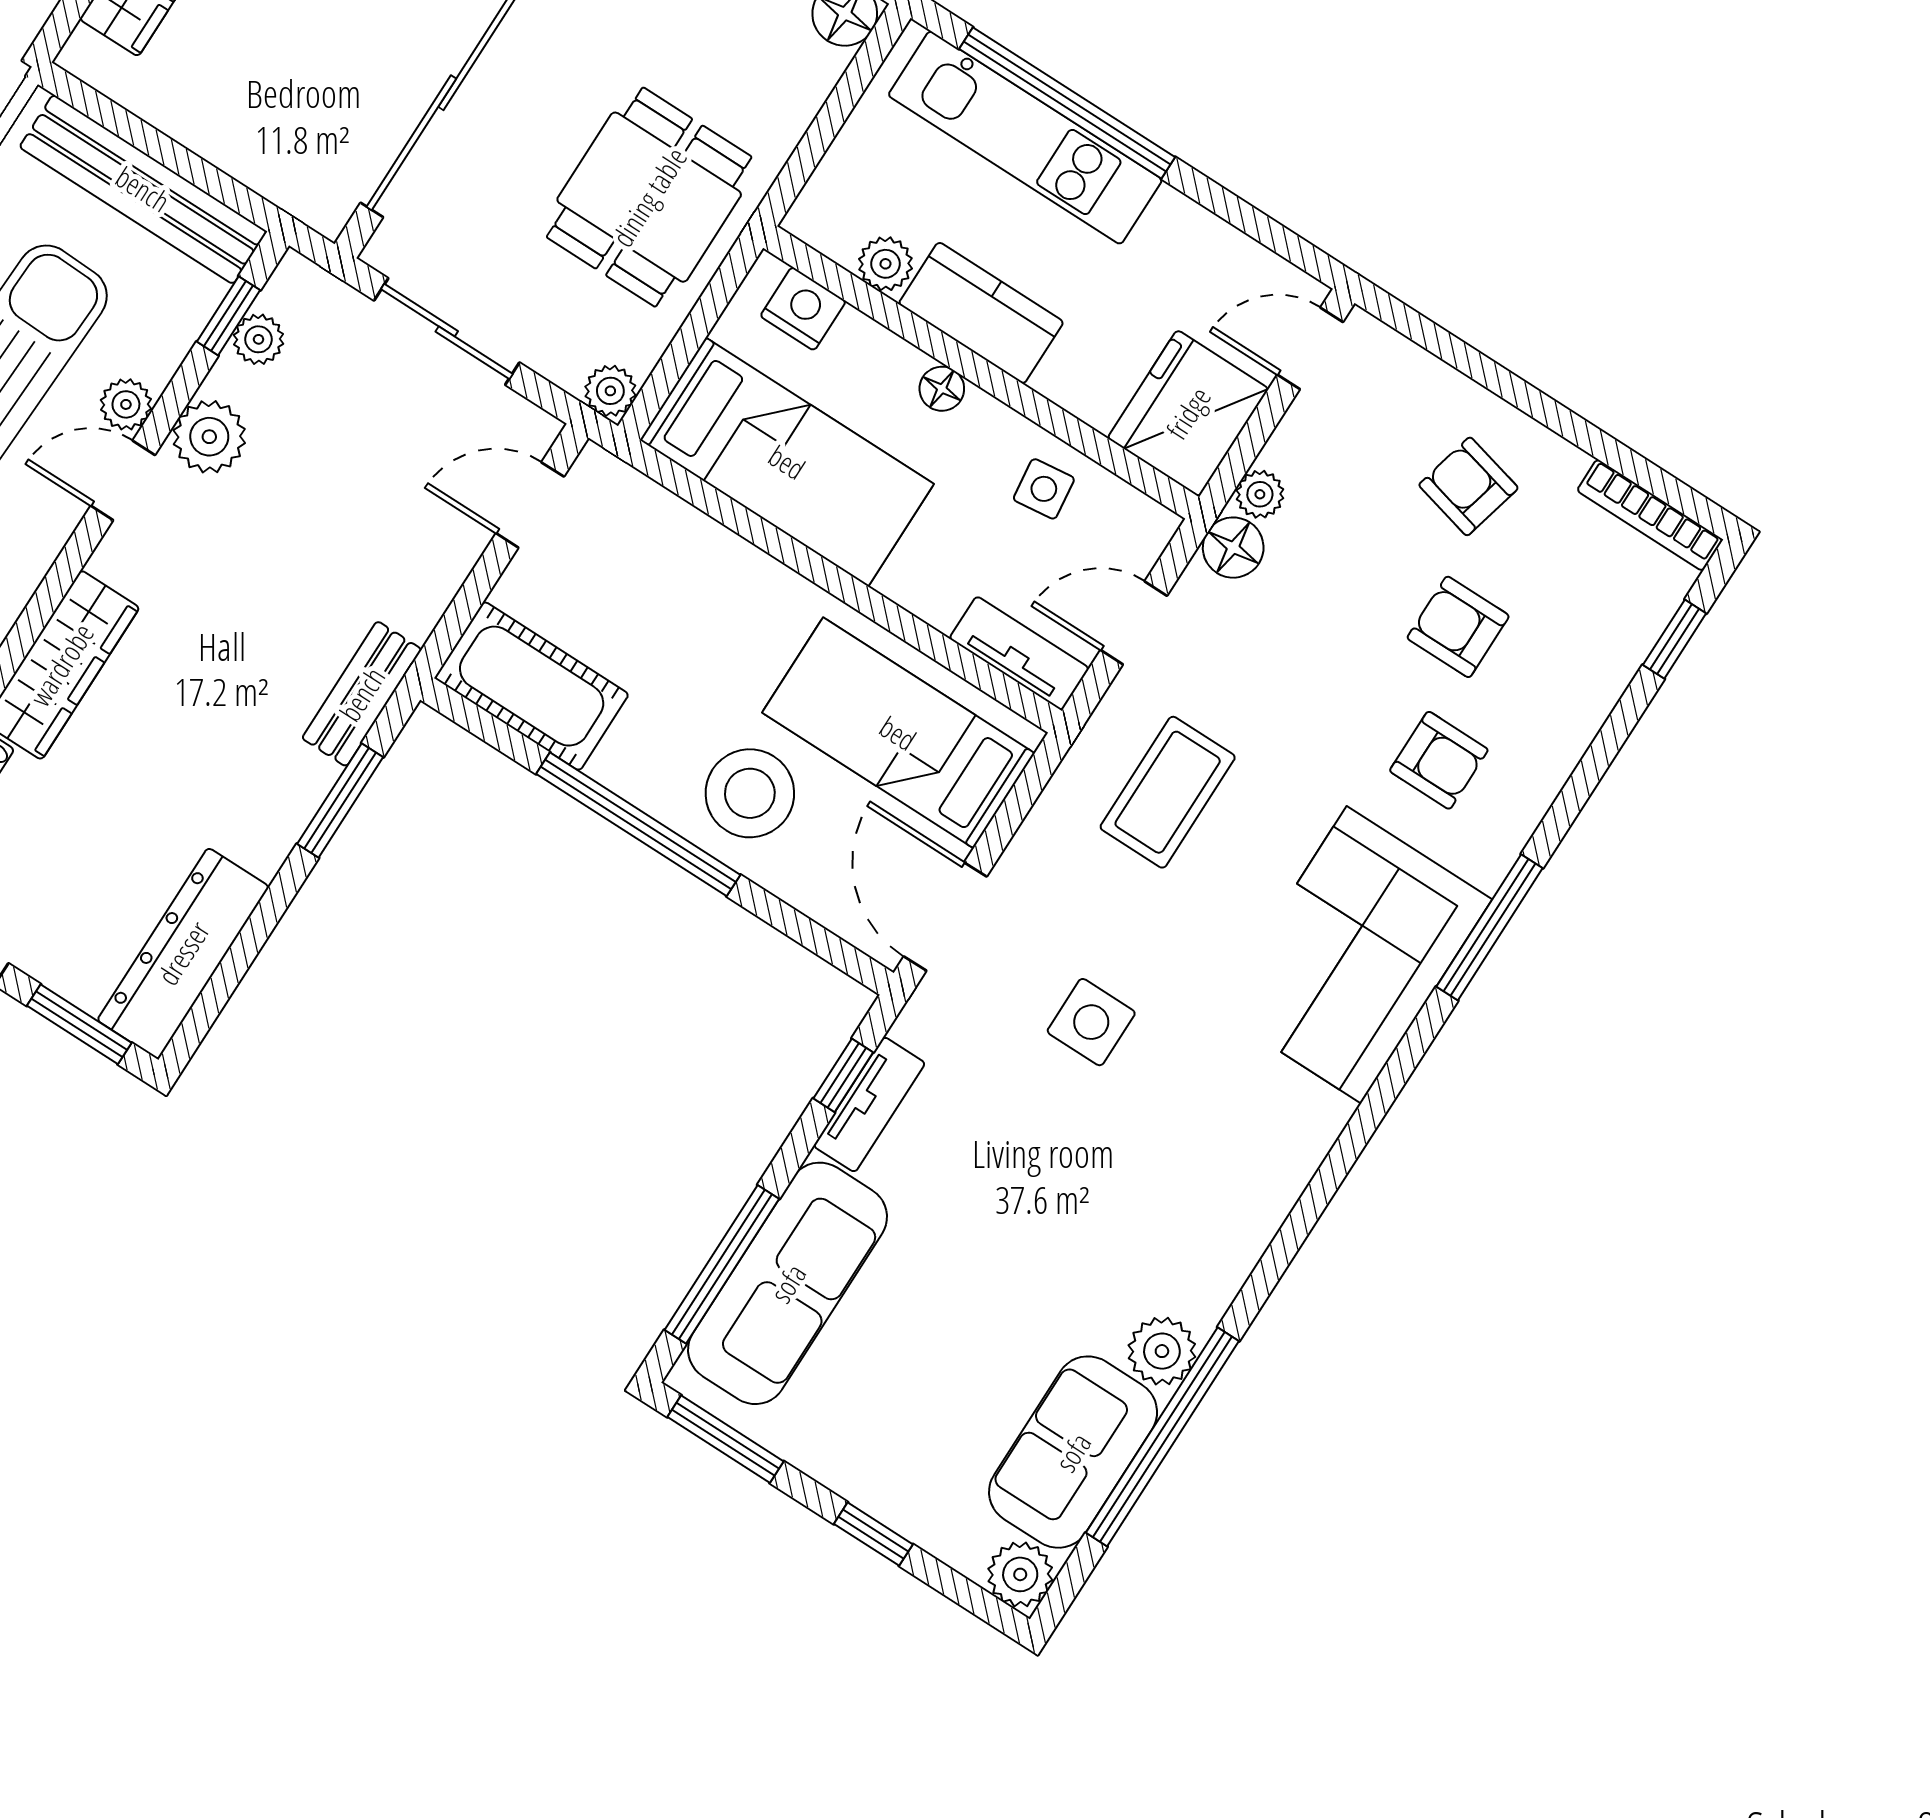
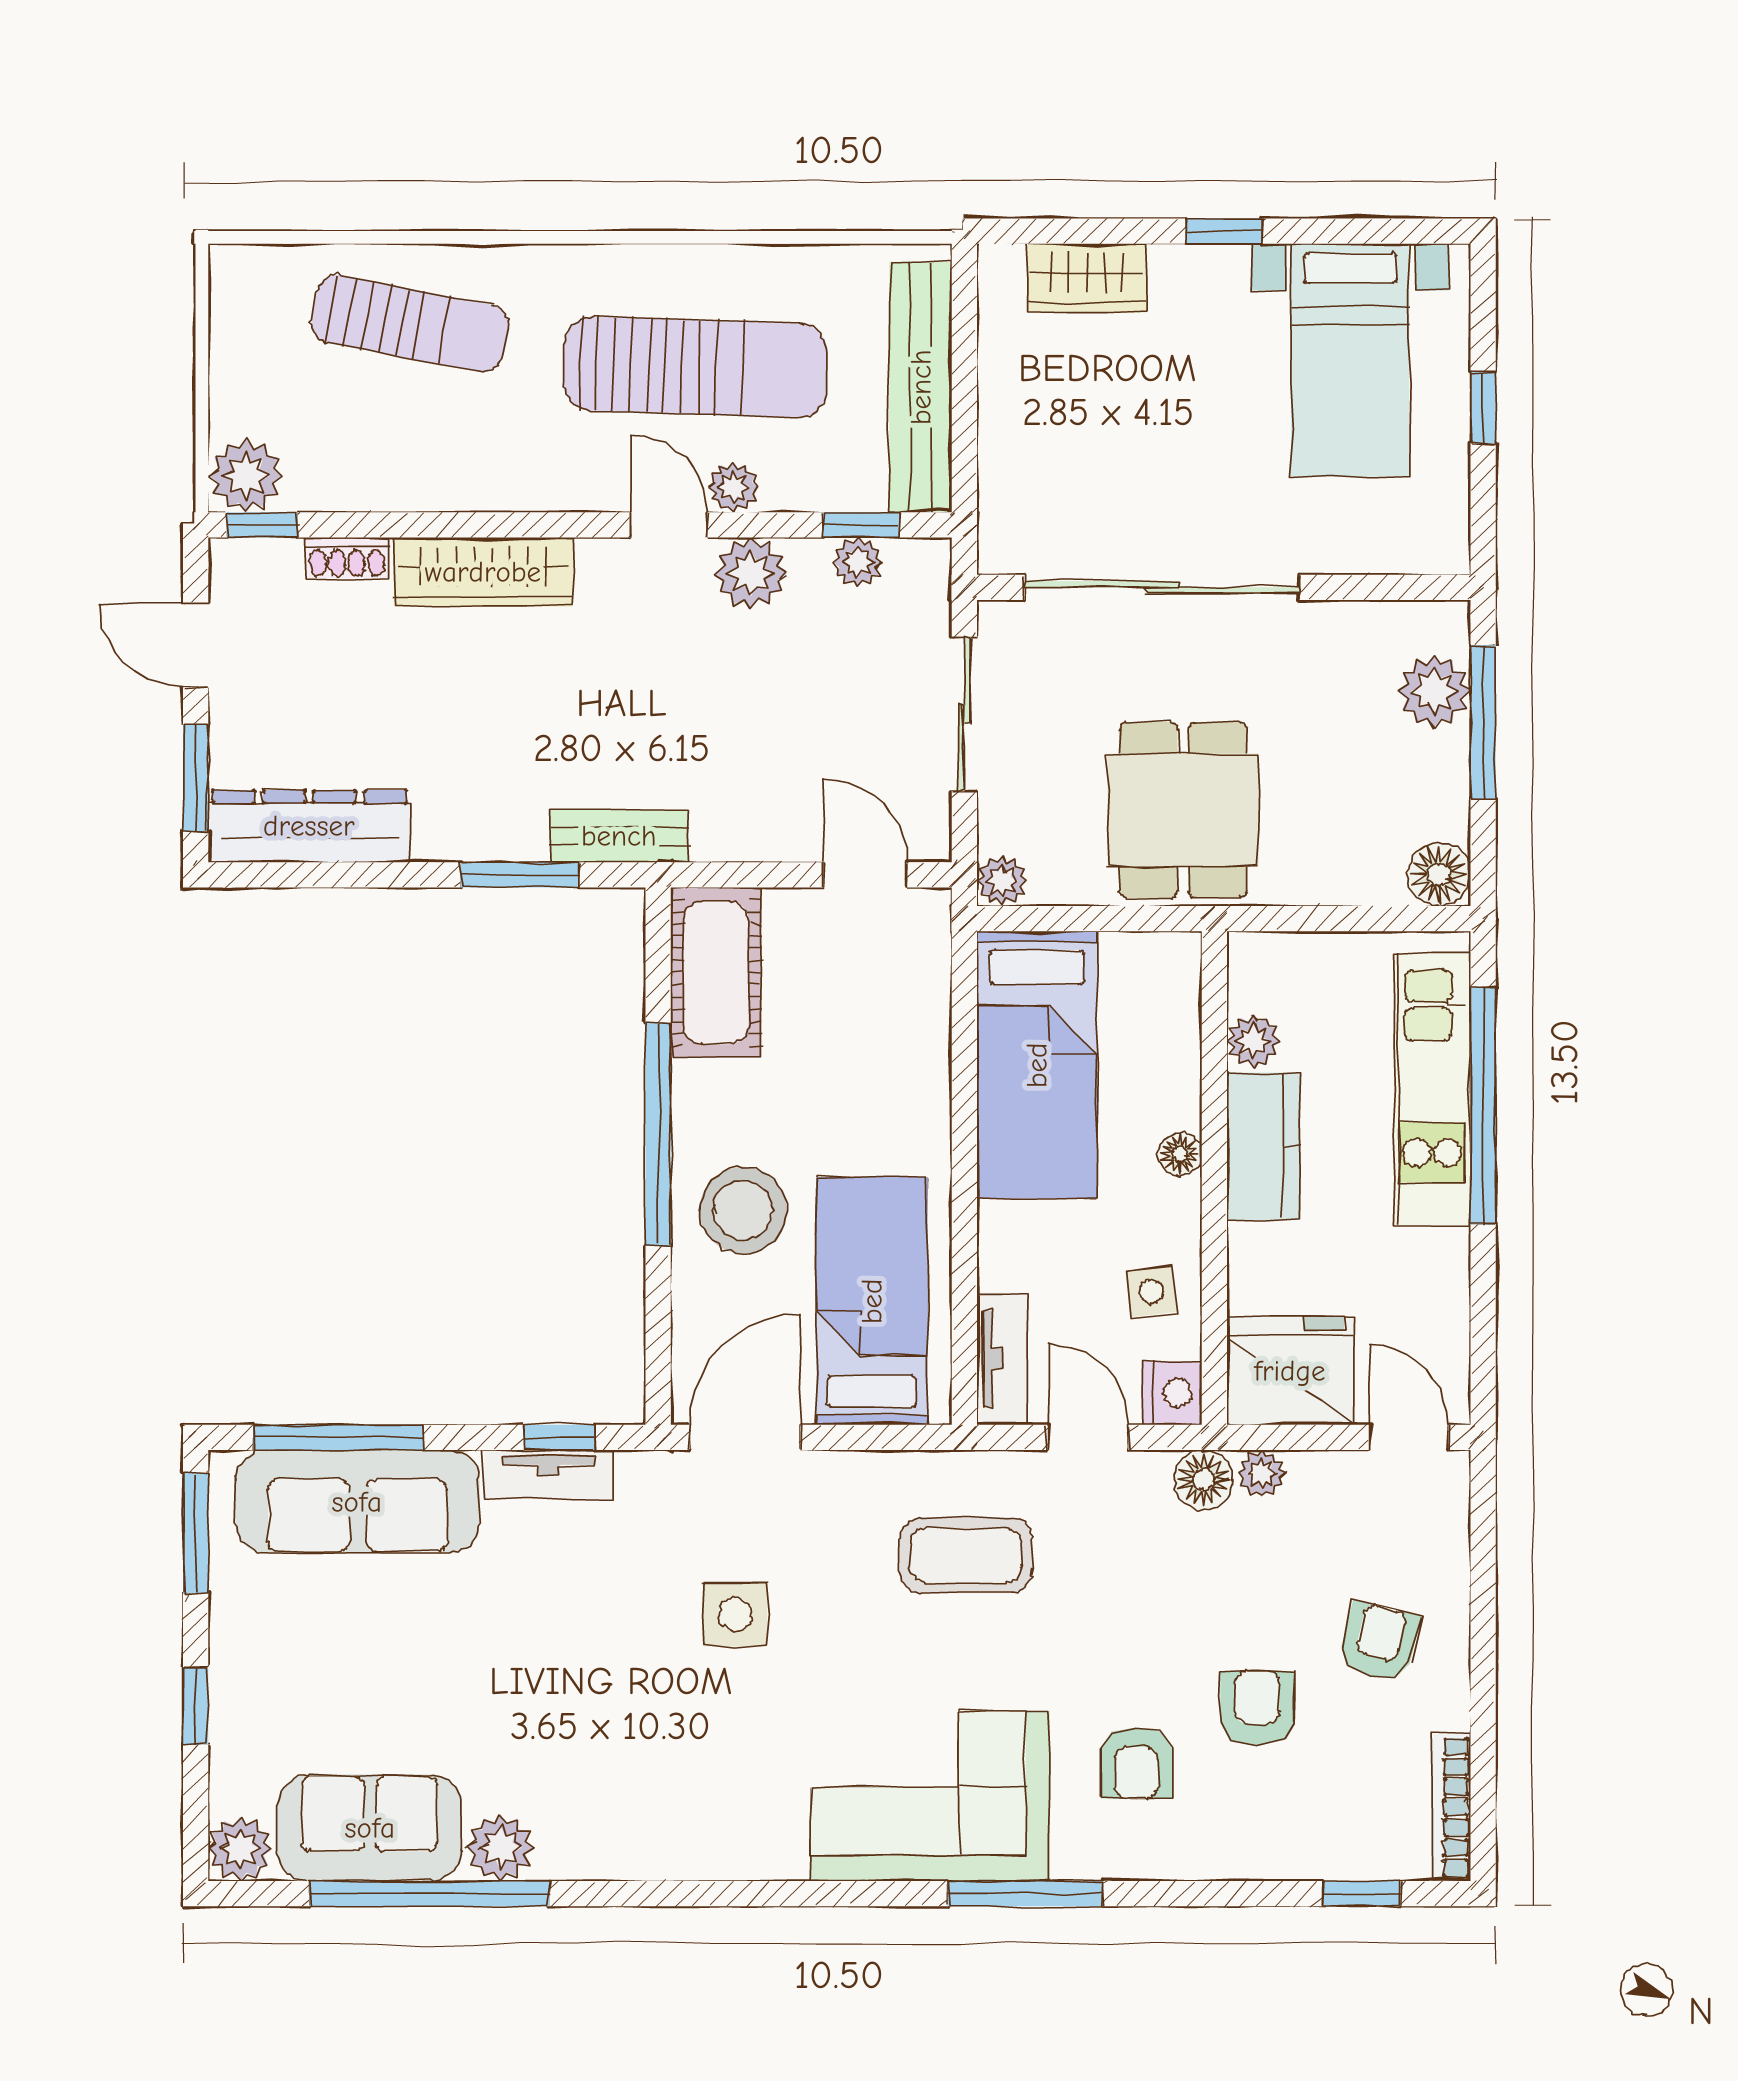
dining table: (649, 197) -> (1183, 810), turned 90
nightstand: (803, 309) -> (1172, 1393), moved

